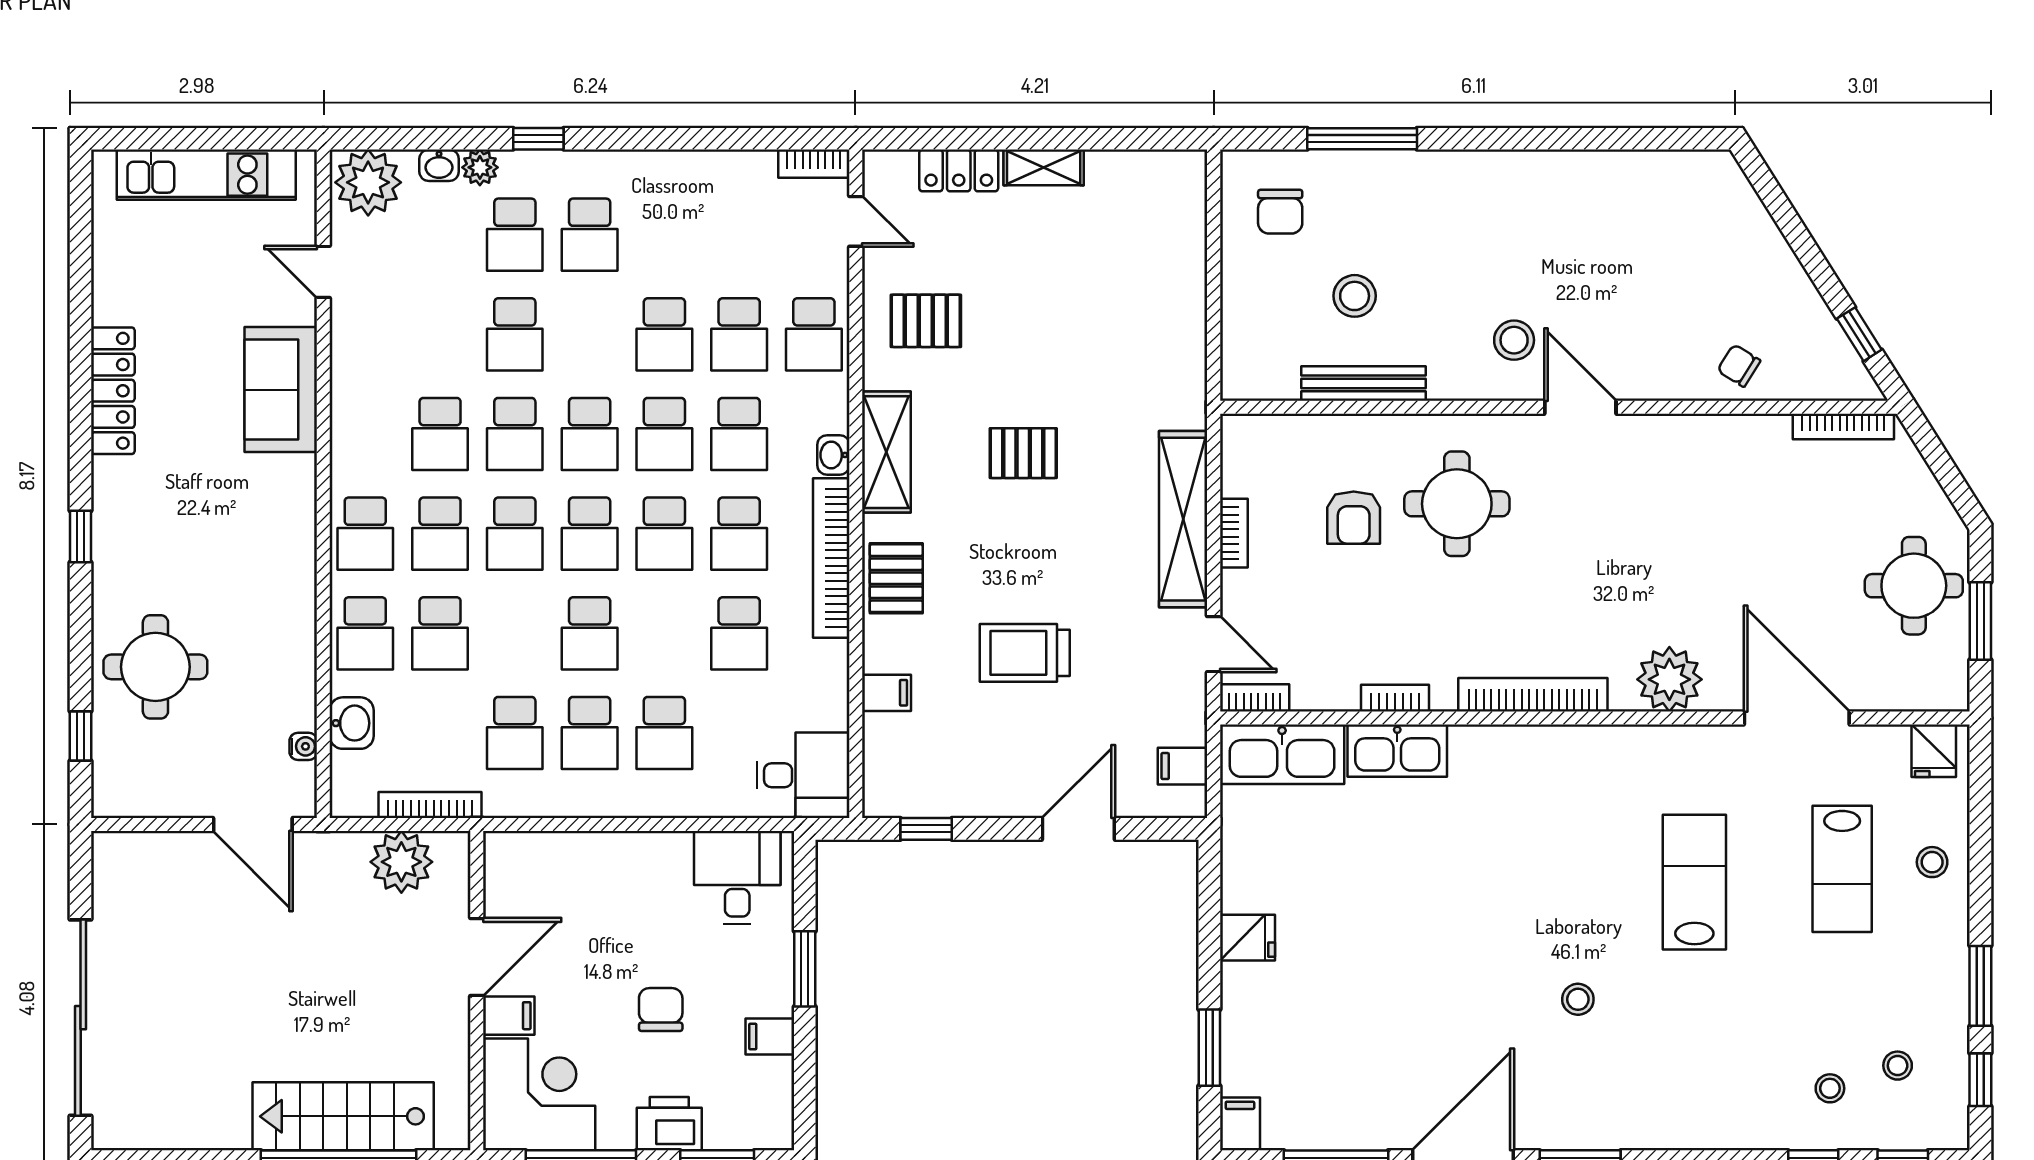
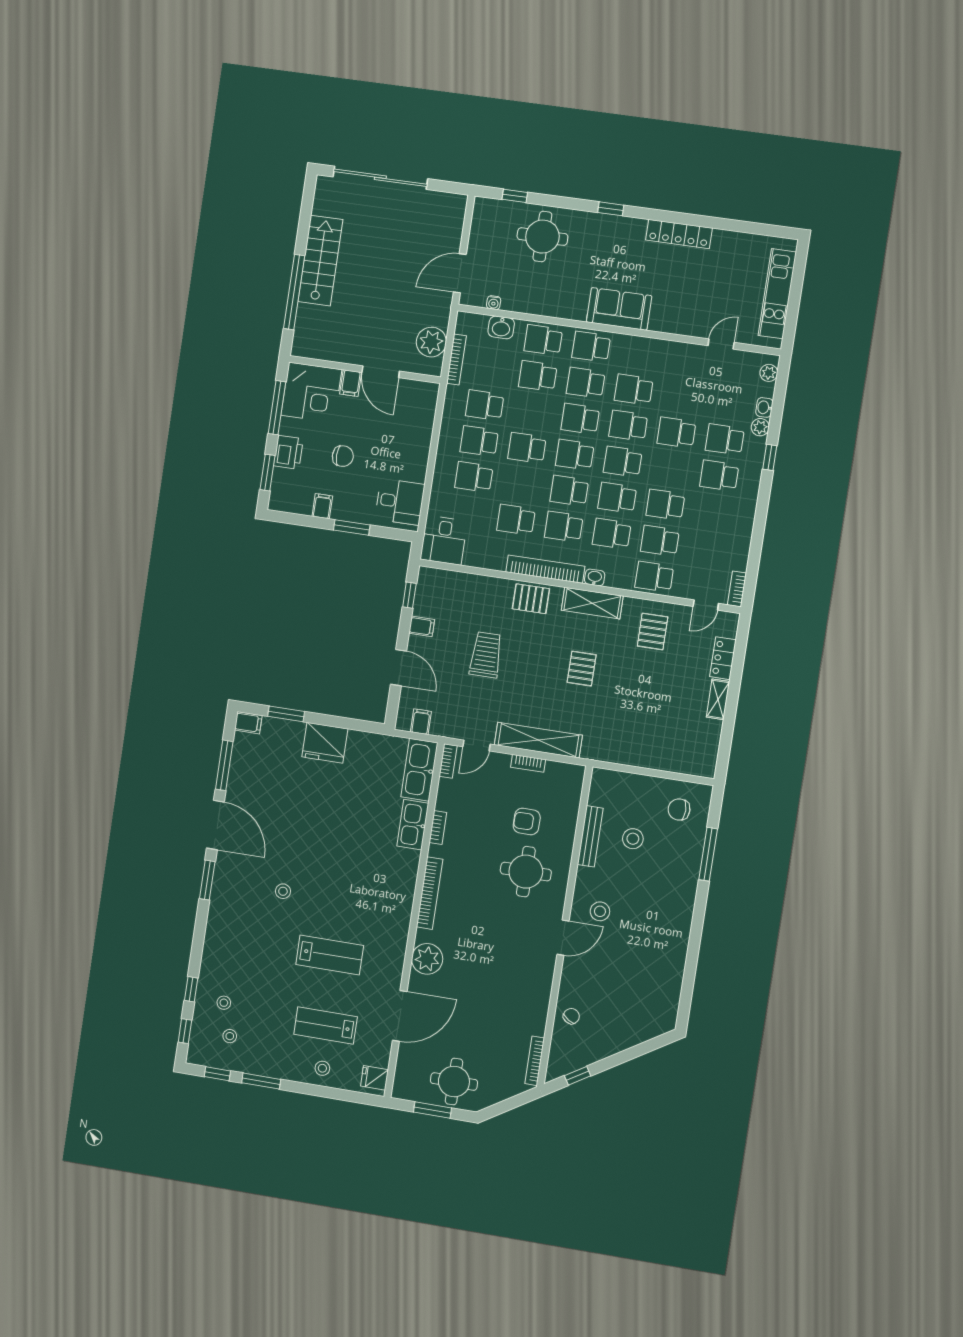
plant: (368, 182) -> (769, 373), width x0.53, depth x0.53
sofa: (281, 390) -> (619, 309), moved
filing cabinet: (887, 693) -> (422, 626), moved, turned -90
fridge: (1247, 938) -> (325, 743), width x1.88, depth x1.34
stairs: (343, 1116) -> (320, 261), moved

